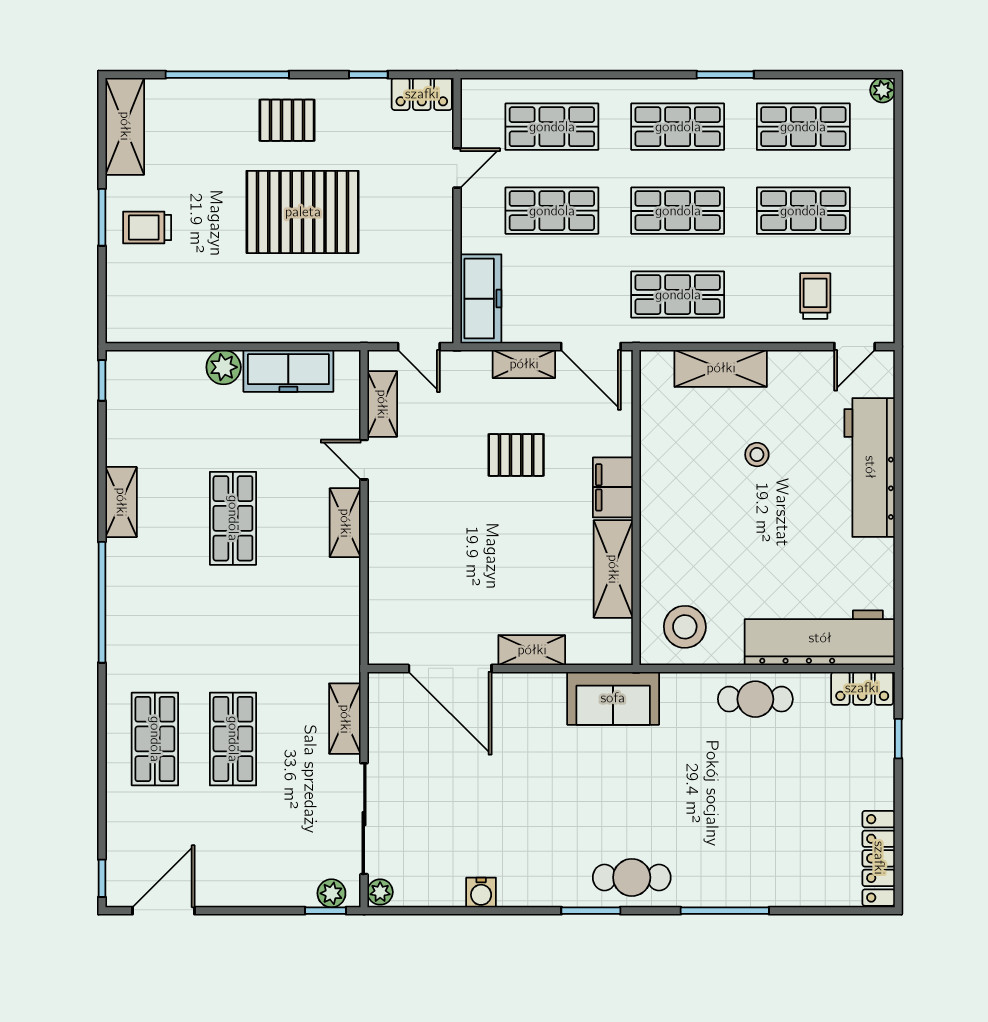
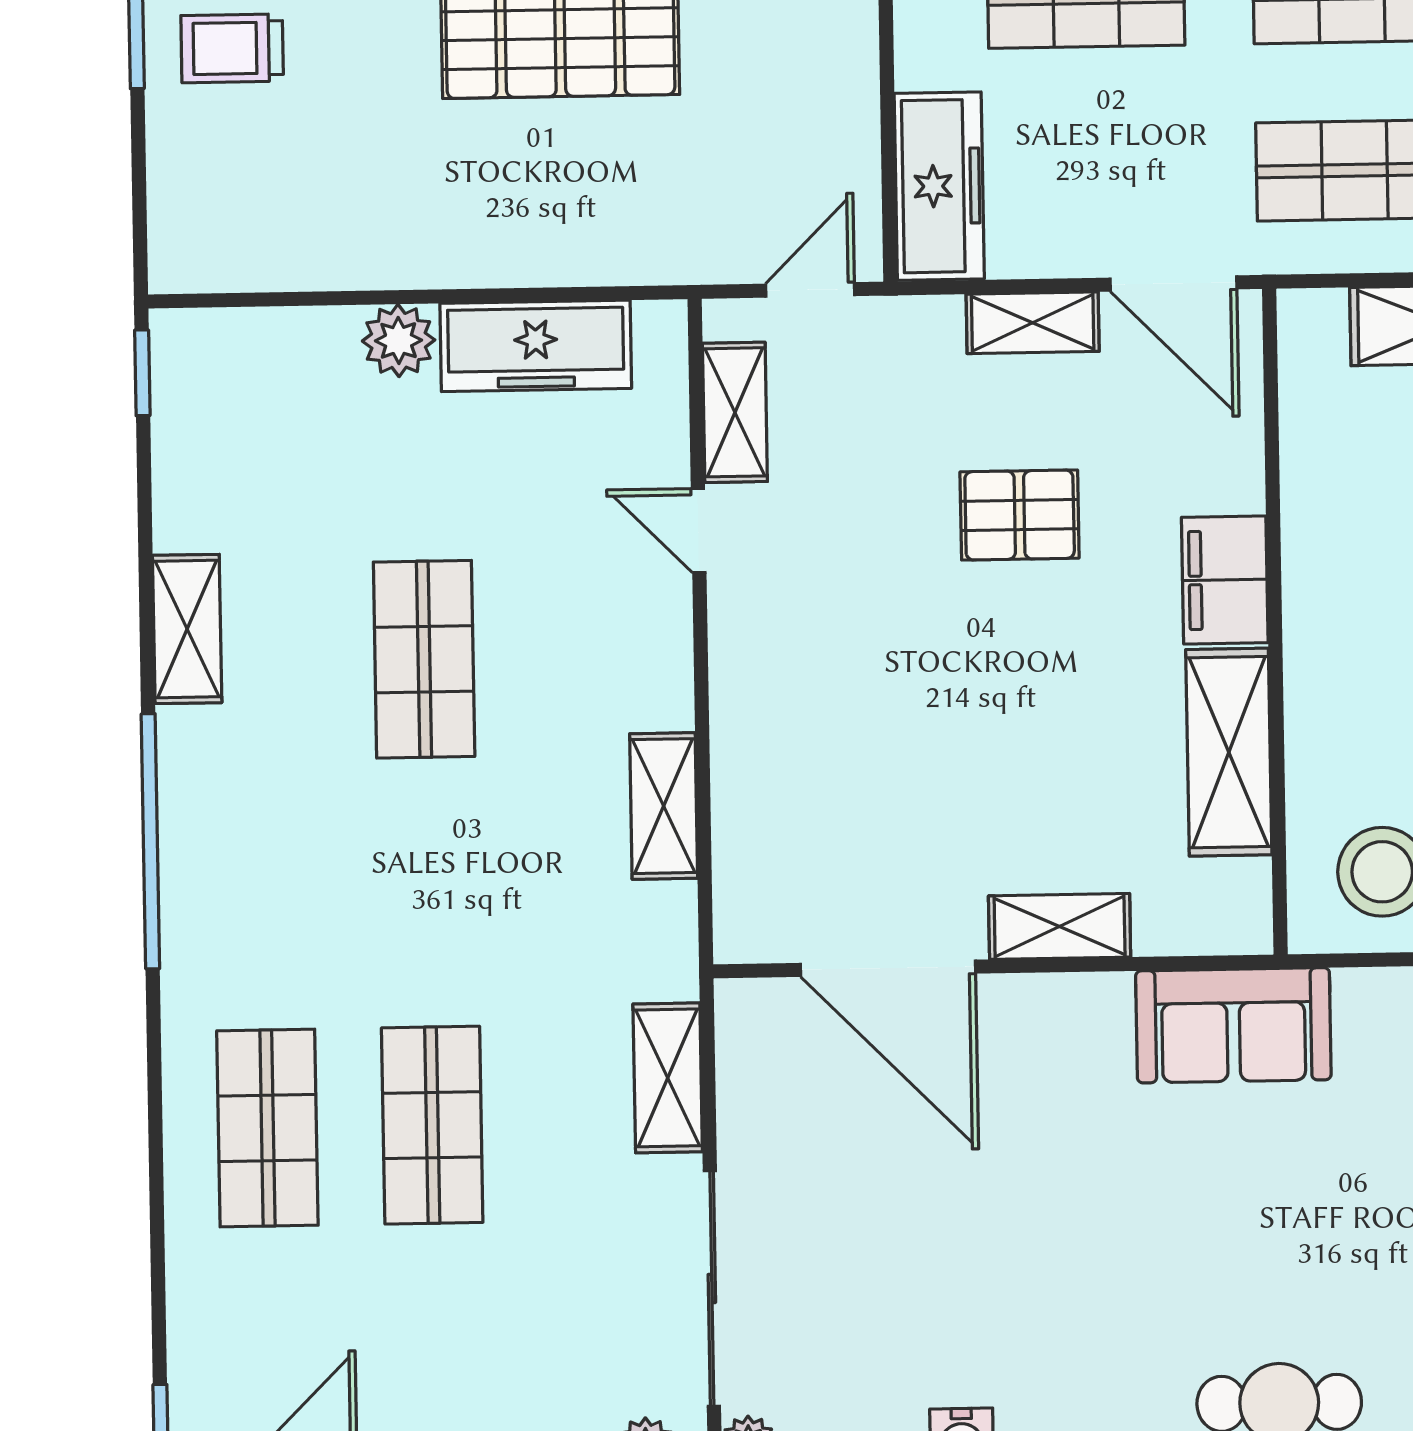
door: (419, 347) -> (810, 290), swing flipped
shelving: (345, 523) -> (664, 806), moved

